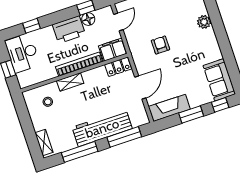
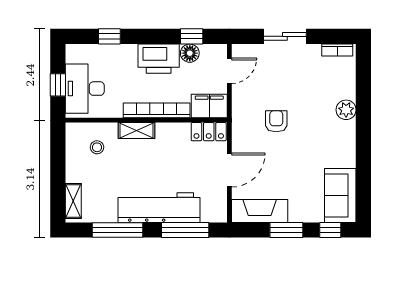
desk: (23, 53) -> (85, 89), moved

